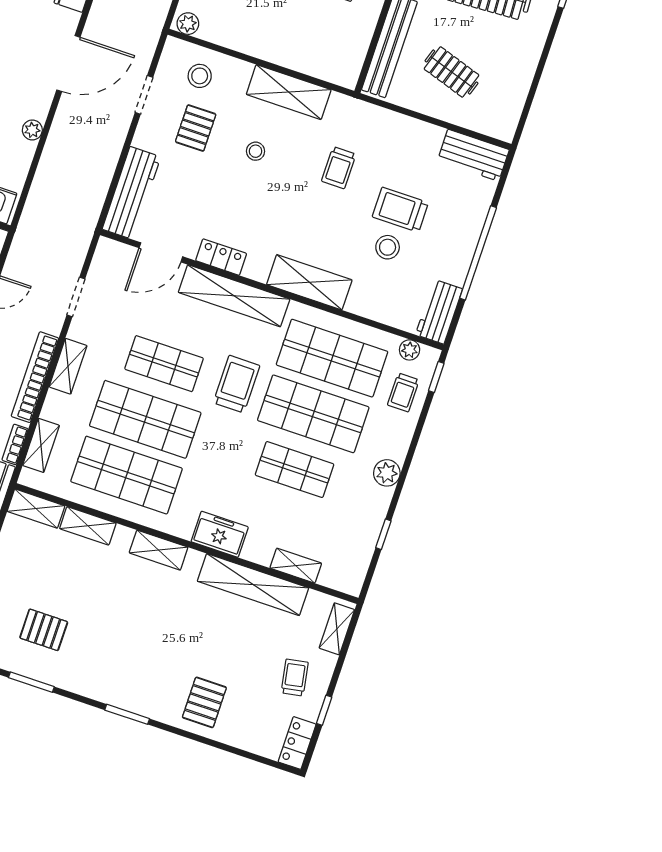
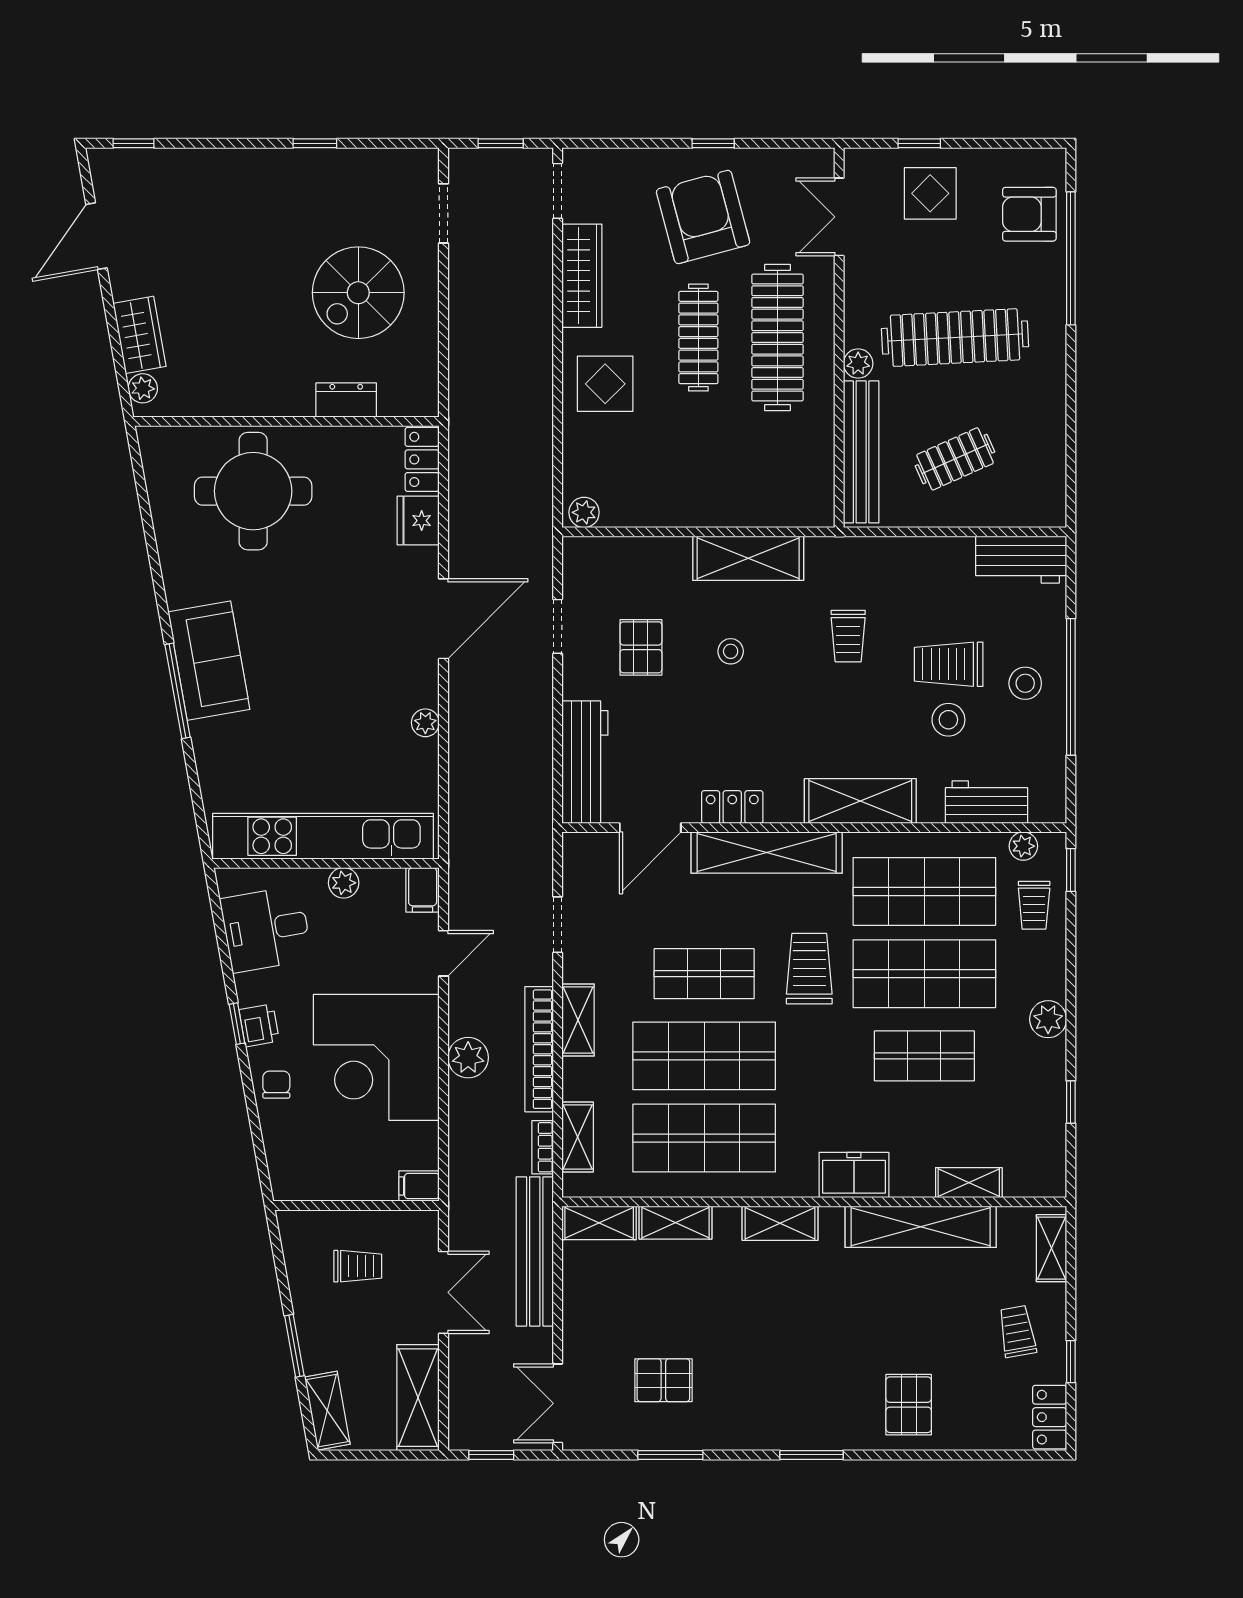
clothes rail: (452, 72) -> (955, 459), turned -42
stool: (200, 76) -> (1025, 683), moved
workbench: (439, 312) -> (987, 802), moved, turned 90

